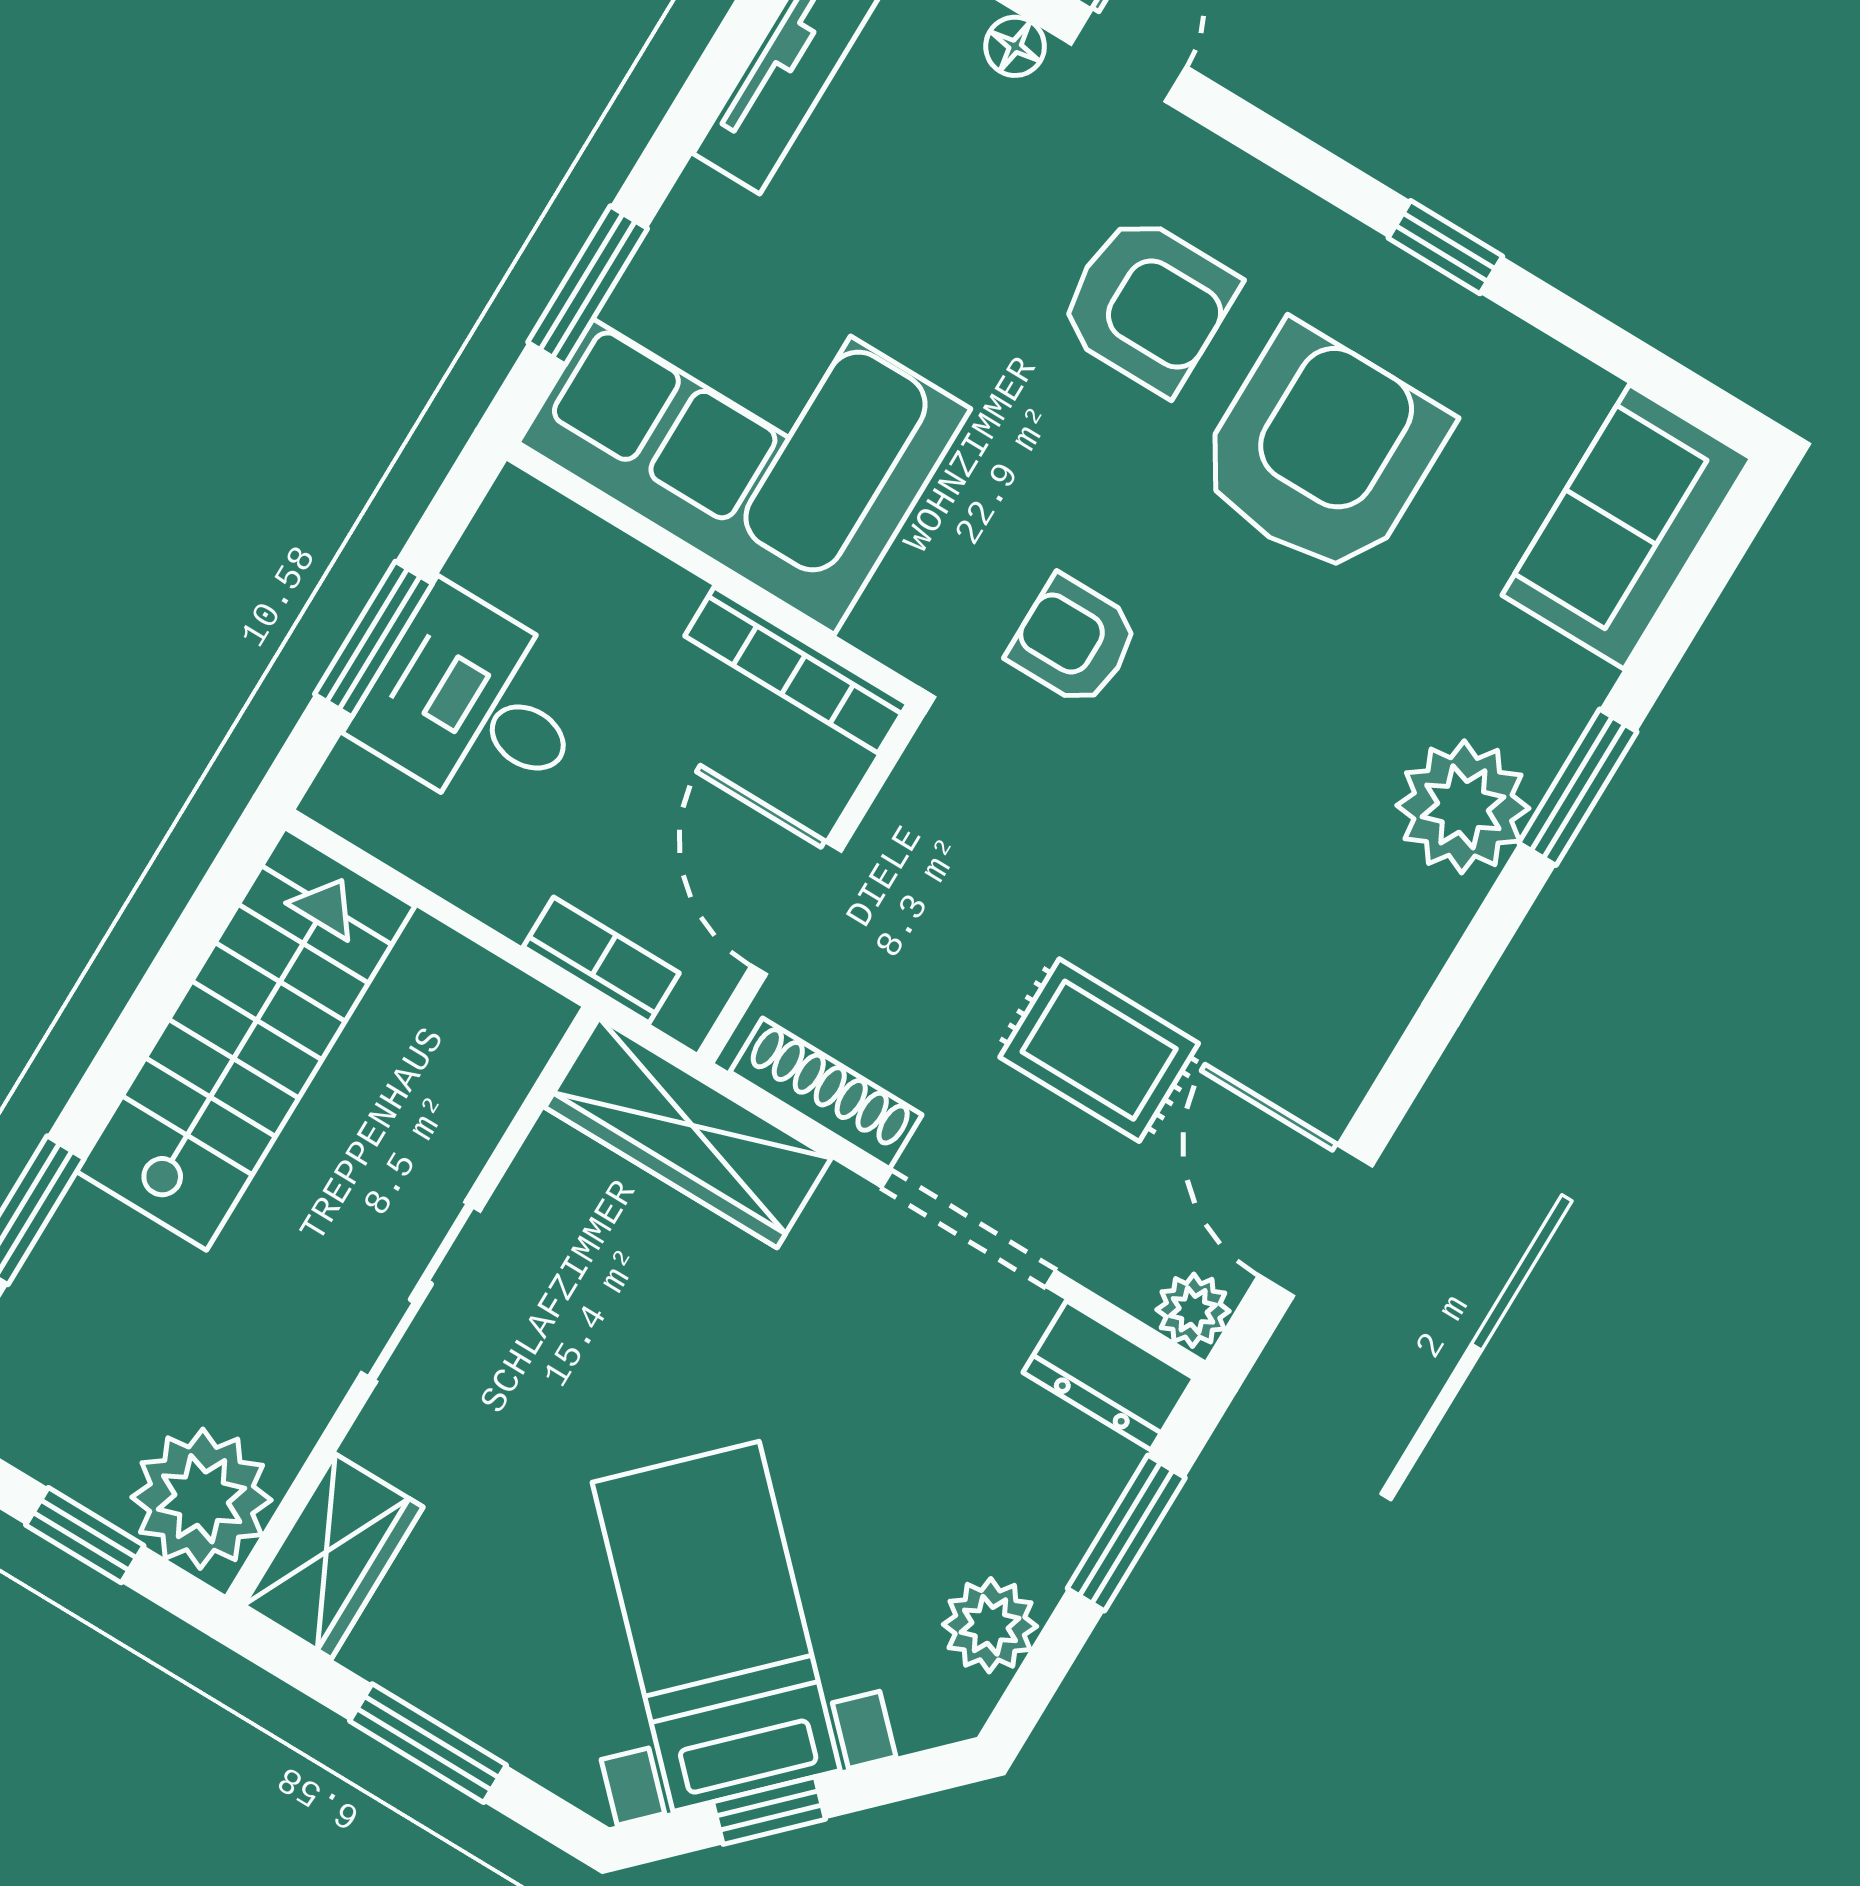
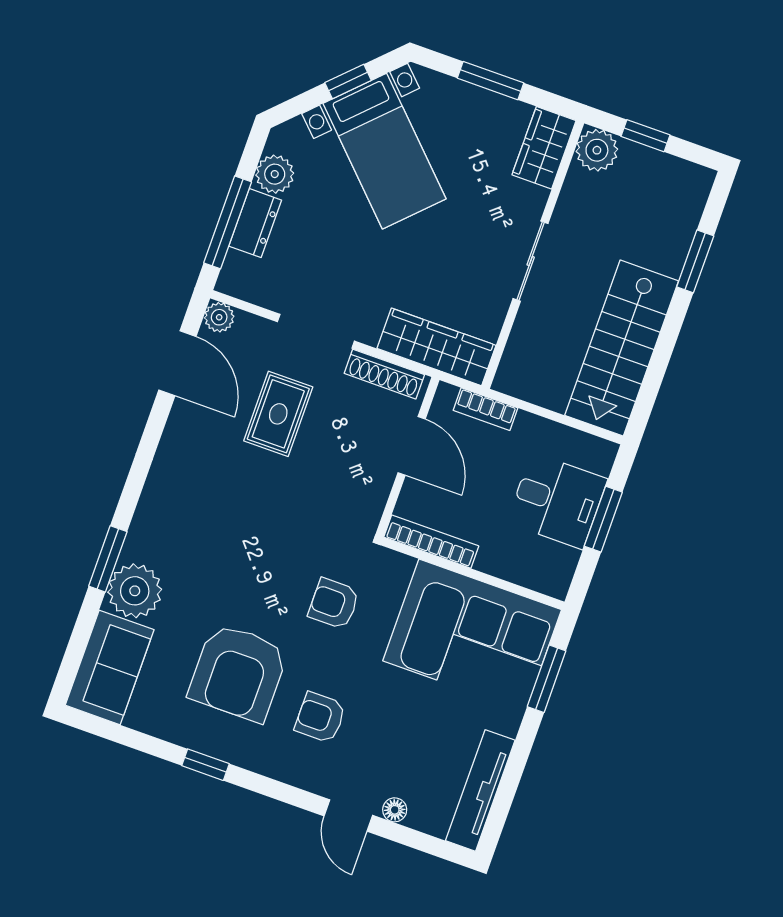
armchair: (1148, 304) -> (320, 717), width x0.72, depth x0.72
armchair: (1074, 641) -> (334, 604), moved, turned 180
plant: (1463, 807) -> (135, 591), moved
rug: (1099, 1050) -> (278, 414), turned 90
dresser: (1109, 1375) -> (255, 223), moved, turned 90
plant: (202, 1499) -> (597, 150), width x0.73, depth x0.73
window: (1126, 1533) -> (228, 222), width x1.44

